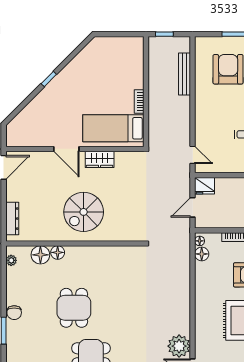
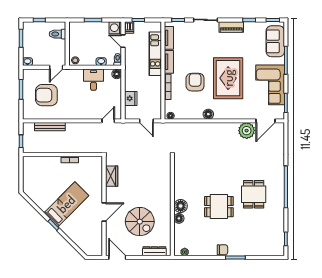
bed: (113, 128) -> (66, 204), moved, turned -135
wardrobe: (100, 159) -> (112, 176), moved
fridge: (205, 186) -> (131, 98), moved
spiral stairs: (84, 212) -> (140, 222), moved
floor lamp: (202, 254) -> (208, 114), moved
floor lamp: (40, 255) -> (181, 206), moved

